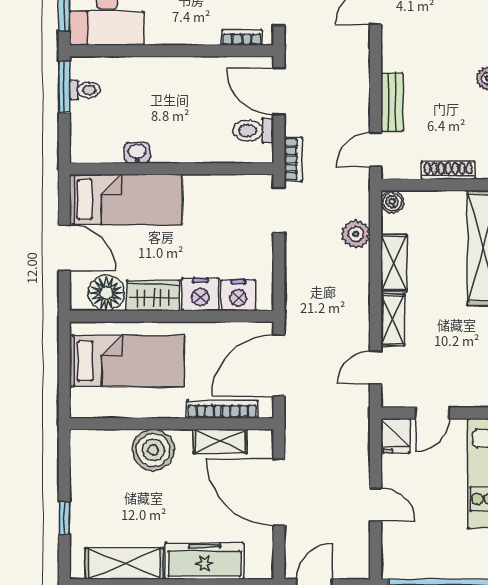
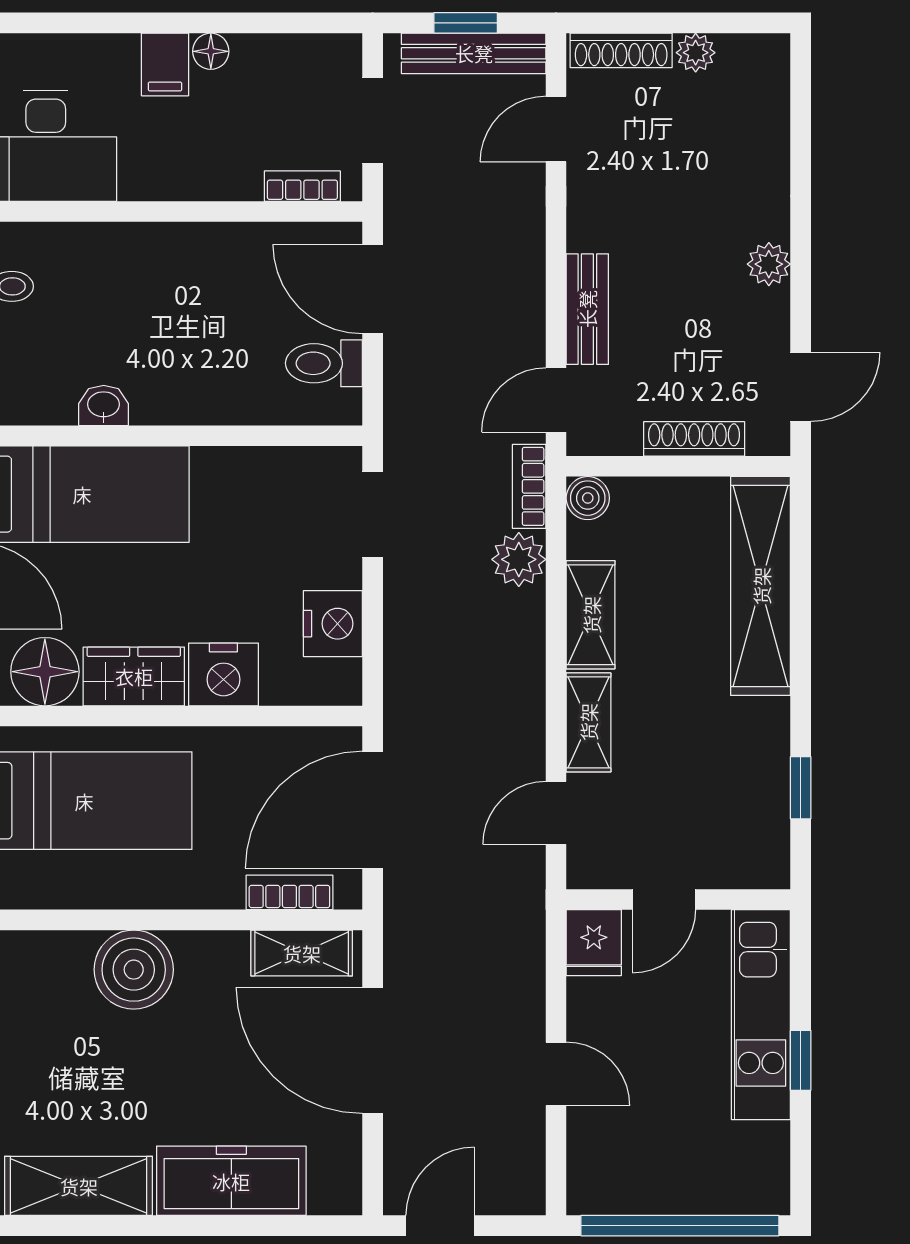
bookcase: (293, 159) -> (529, 486), moved, turned 180
nightstand: (238, 295) -> (333, 624), moved, turned -90
bookcase: (222, 409) -> (289, 892), width x0.64
shelving: (220, 441) -> (302, 953), moved

